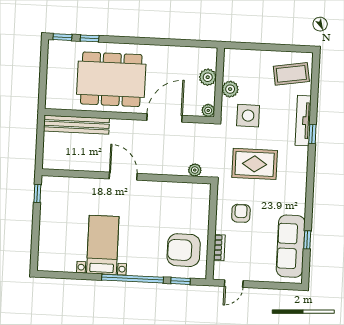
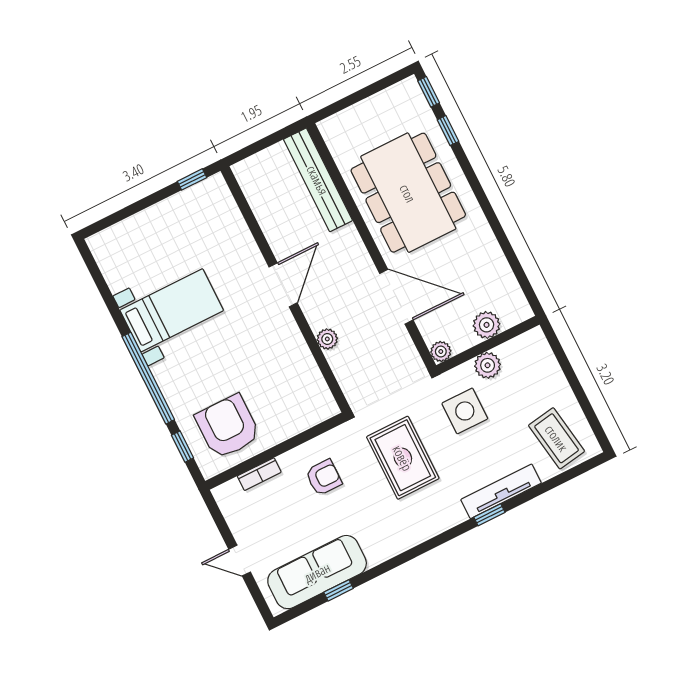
plant: (195, 170) -> (327, 339), moved
door: (234, 284) -> (240, 561), moved

